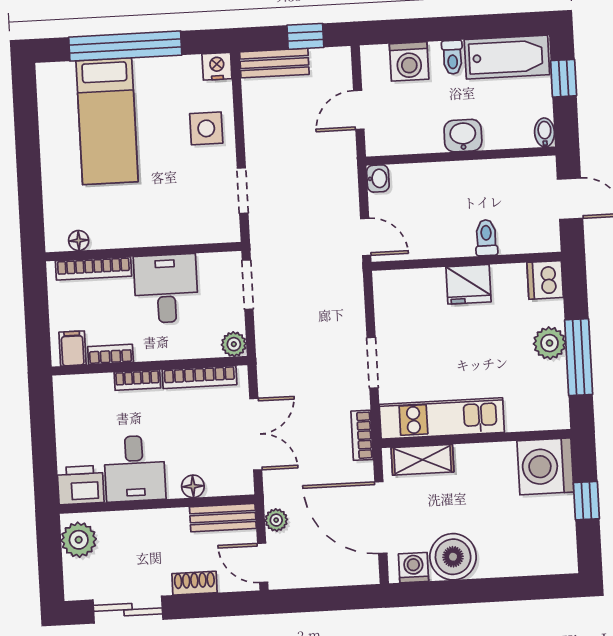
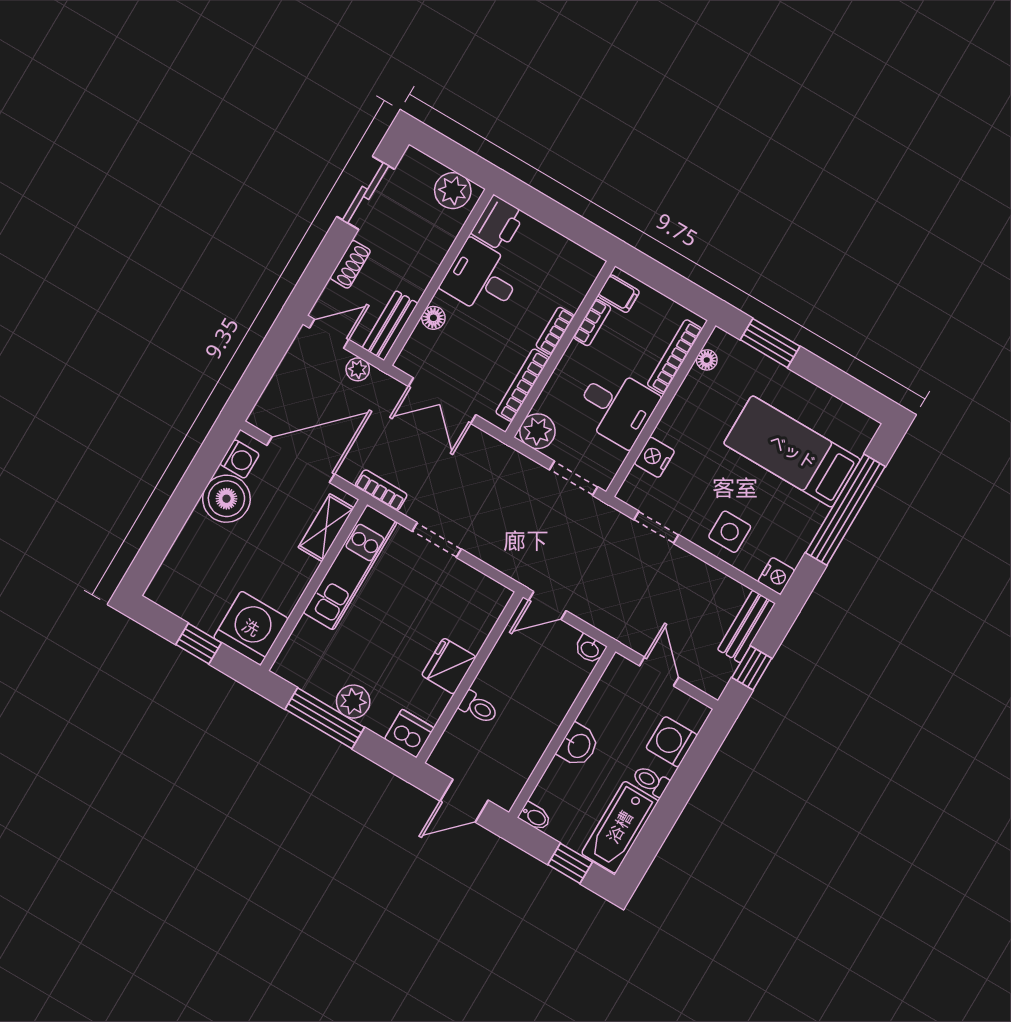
window: (30, 198) -> (770, 343), added
nightstand: (186, 230) -> (654, 457), added
plant: (234, 344) -> (537, 431), width x1.38, depth x1.38

